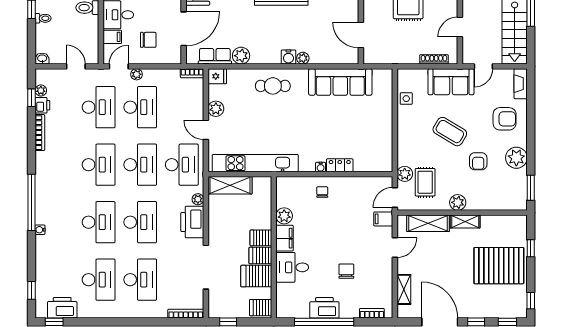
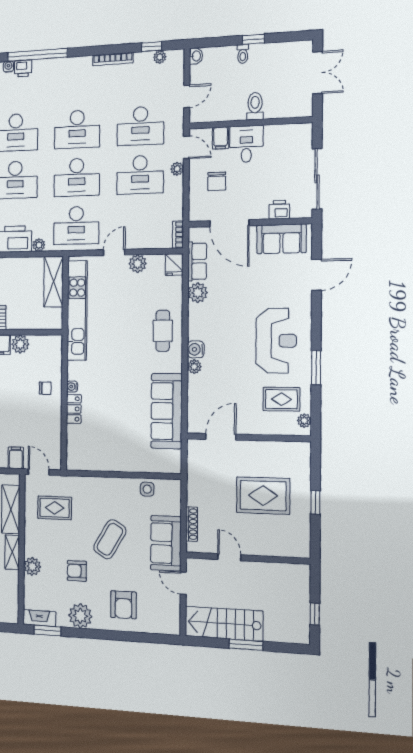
fireplace: (521, 84) -> (39, 618), moved
printer: (42, 105) -> (23, 68), moved
plant: (405, 174) -> (64, 484), removed
plant: (458, 202) -> (32, 566), moved

